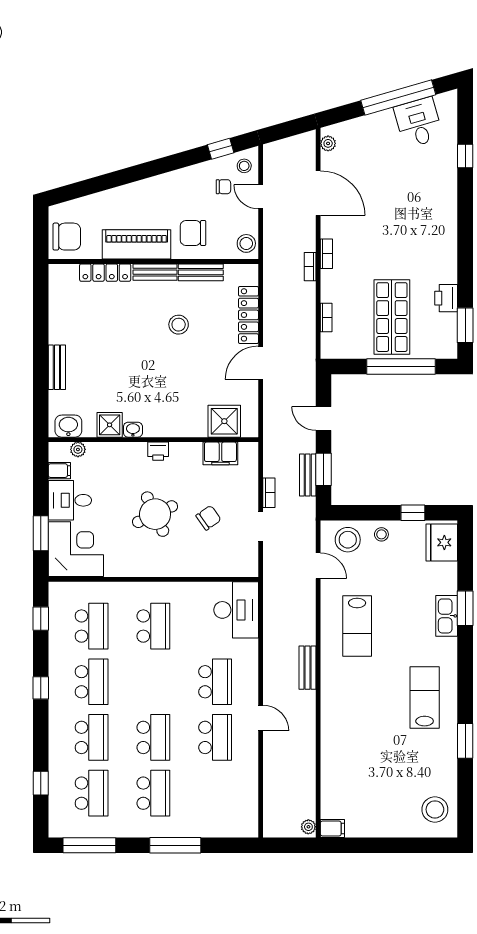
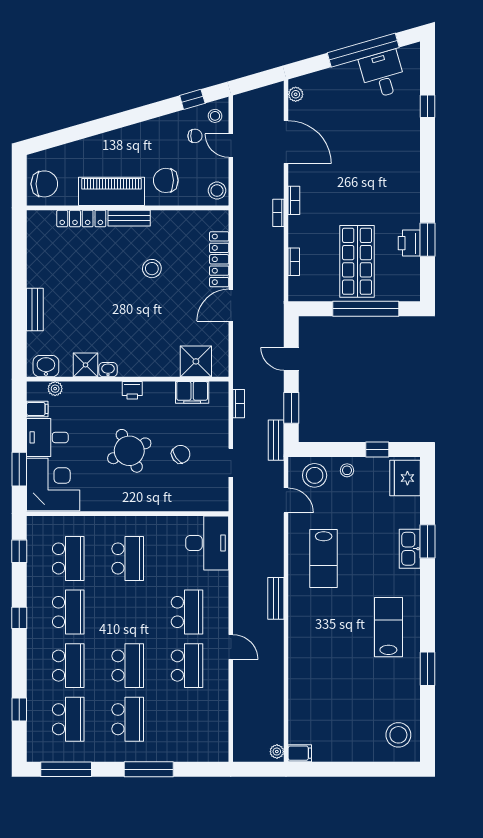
bench: (201, 272) -> (173, 218), removed
window: (465, 325) -> (427, 240), moved
bench: (308, 475) -> (276, 440), moved
bookcase: (269, 493) -> (239, 404), moved

